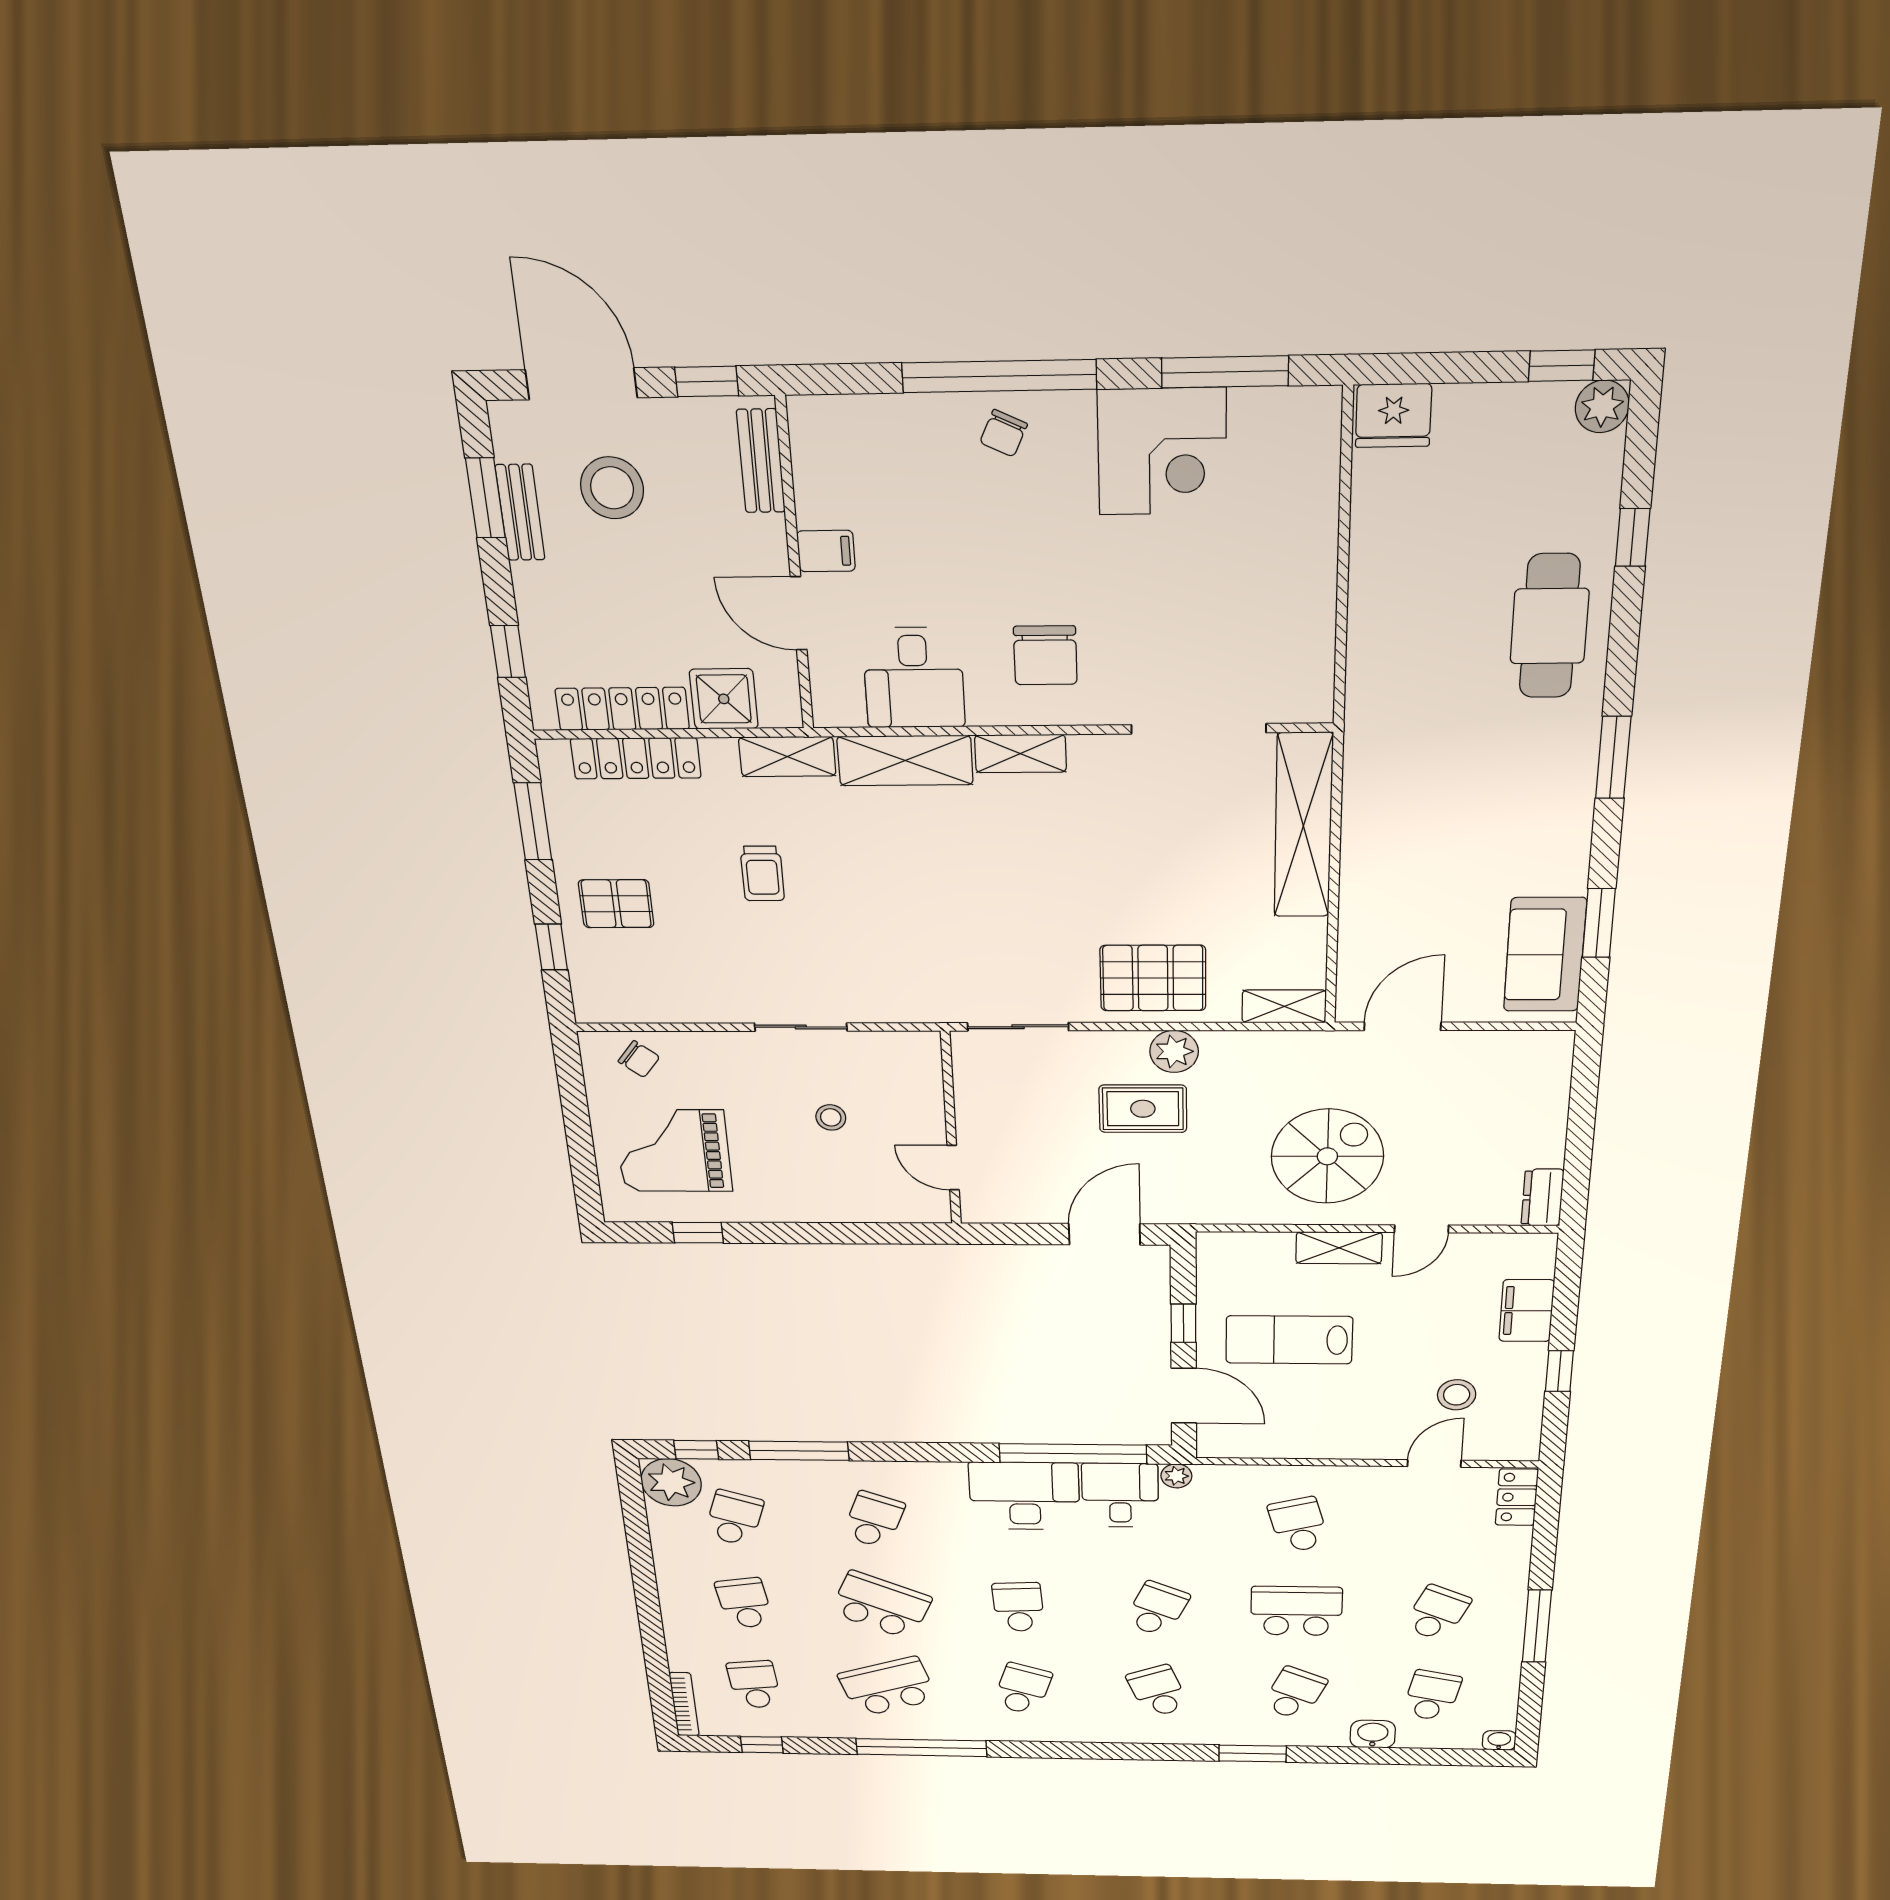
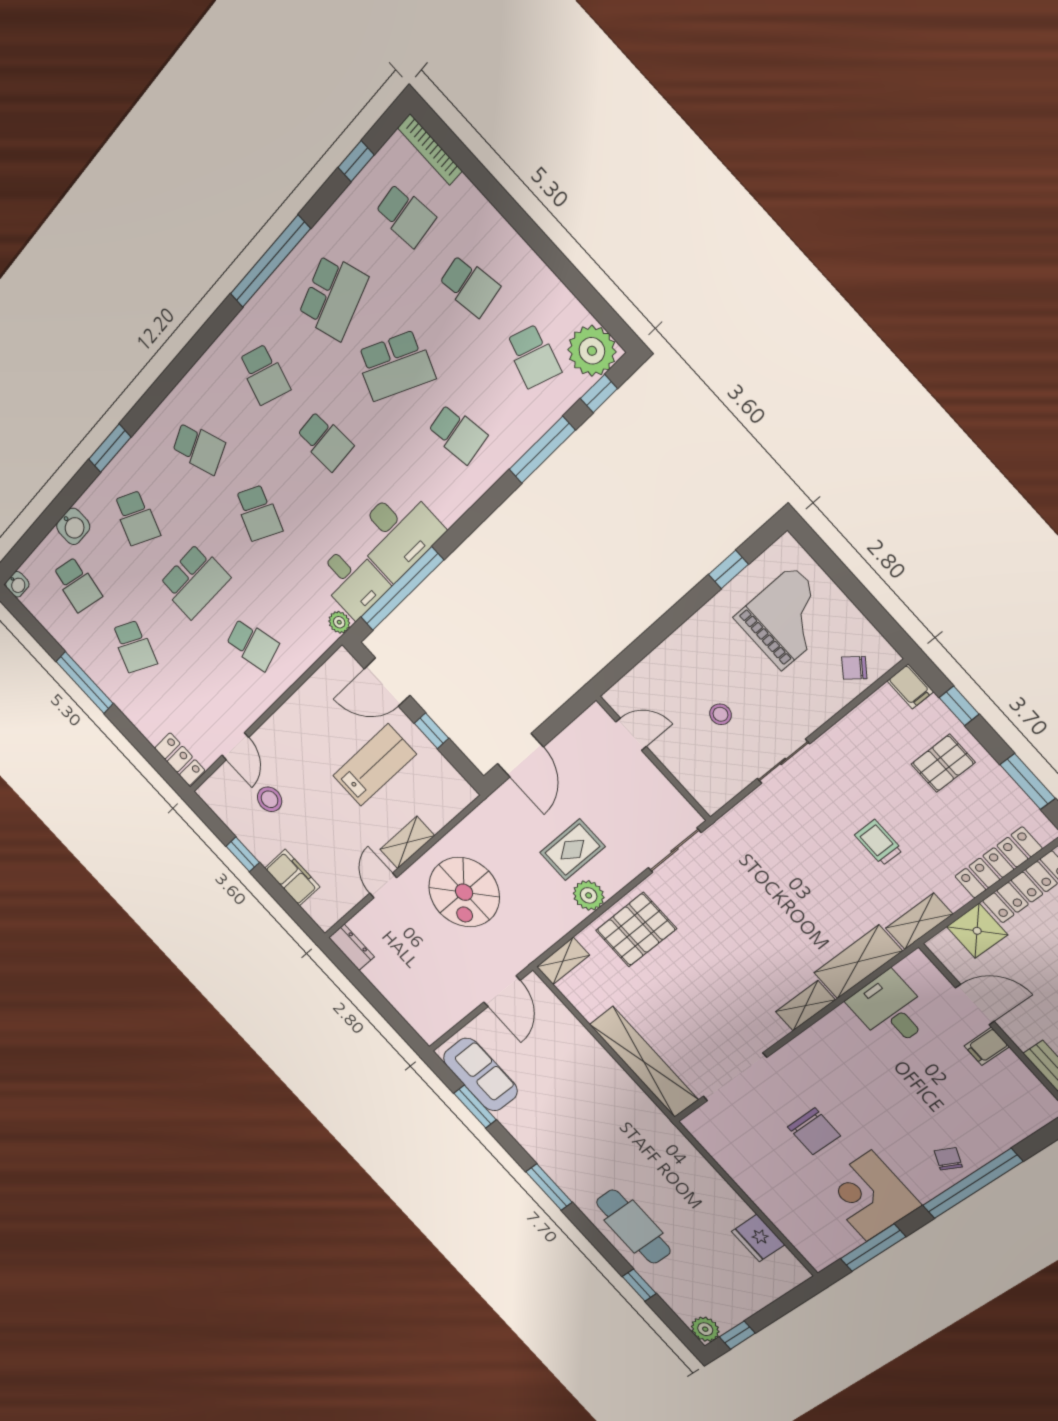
fridge: (1393, 415) -> (758, 1238), moved, turned -90
chair: (1045, 655) -> (814, 1131), moved, turned 180
filing cabinet: (591, 1001) -> (910, 686), added
school desk: (874, 1520) -> (458, 434), turned -30

